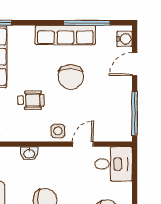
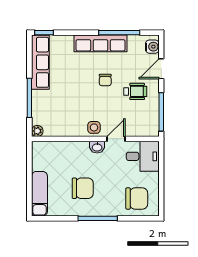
chair: (71, 77) -> (105, 80), width x0.54, depth x0.54
wheelchair: (31, 100) -> (135, 91), moved
washbasin: (29, 153) -> (97, 147), moved

